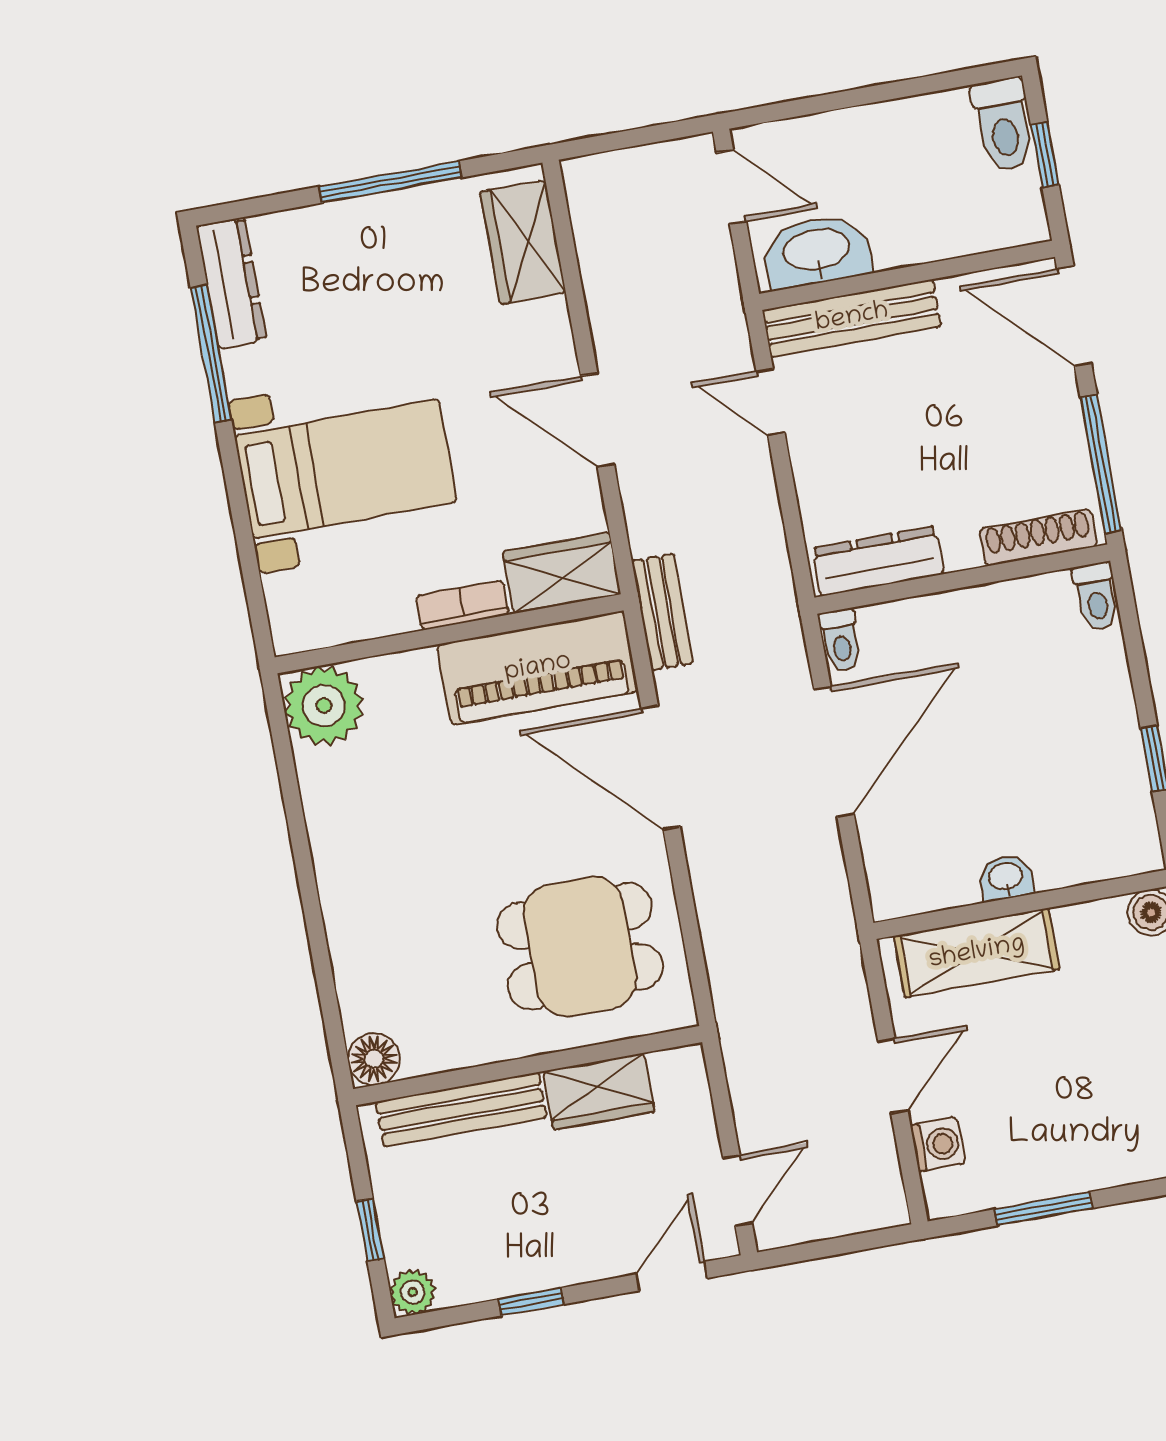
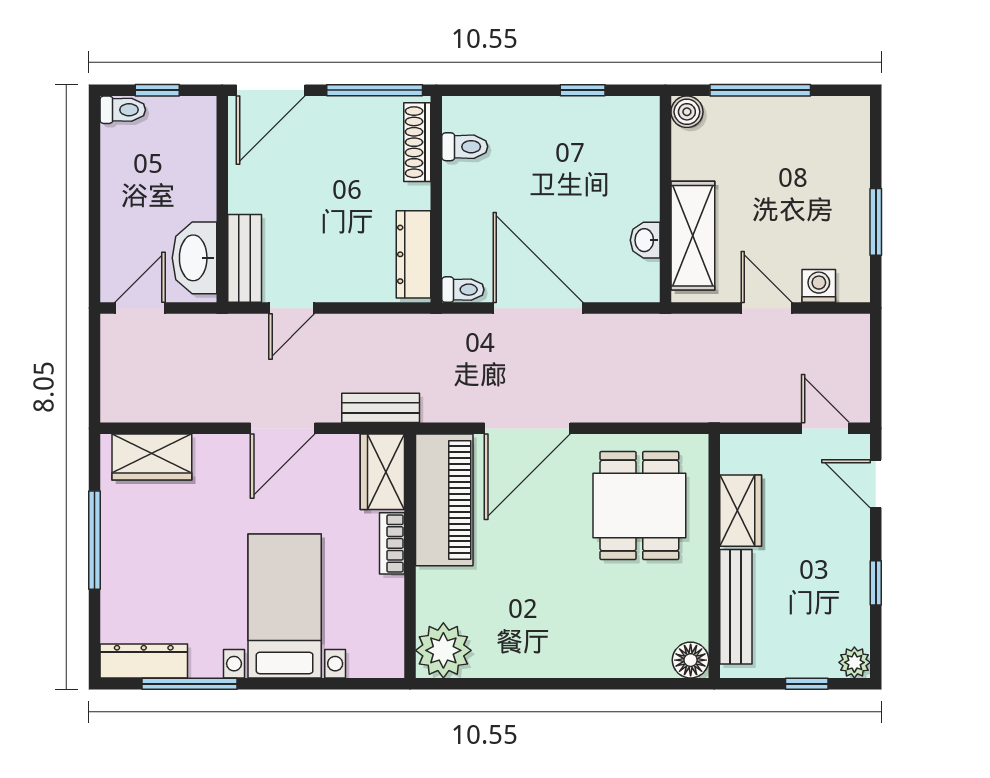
toilet: (1003, 125) -> (123, 110), width x0.73, depth x0.72
bench: (852, 318) -> (245, 258), width x0.73
toilet: (1096, 597) -> (465, 147), moved
bench: (662, 612) -> (381, 408), moved
washbasin: (1006, 877) -> (645, 240), moved

